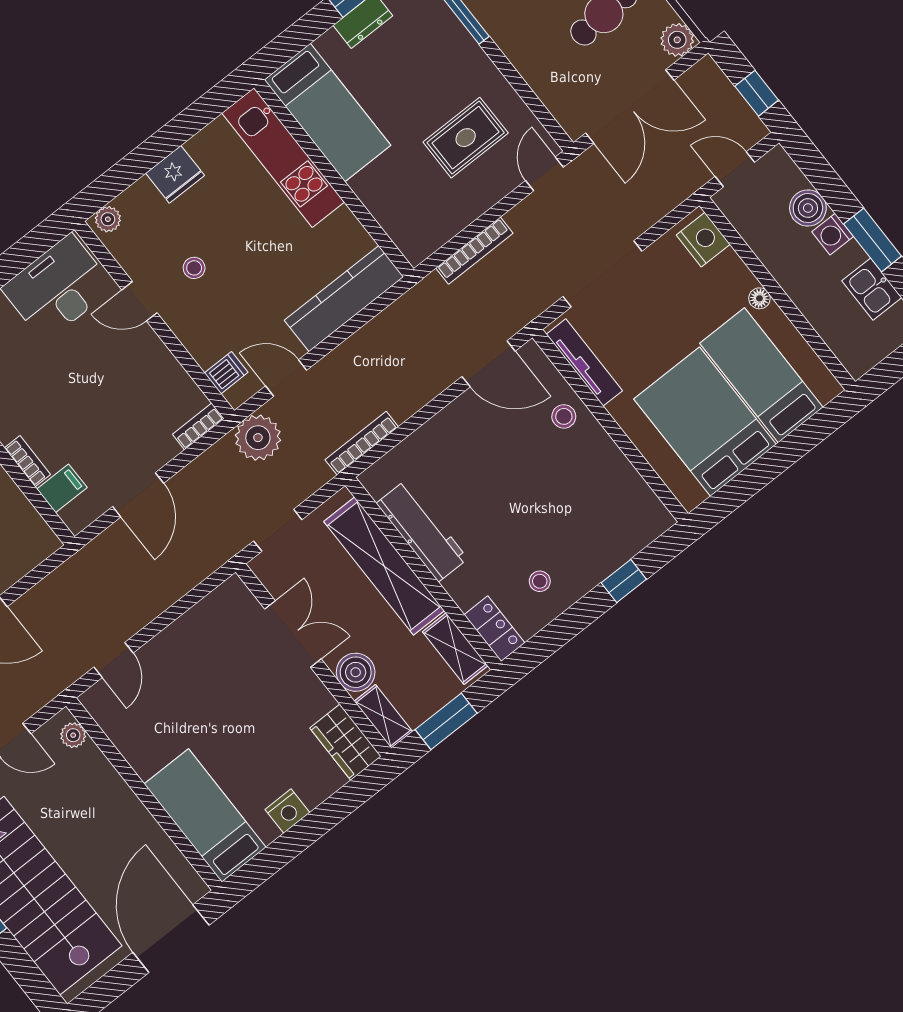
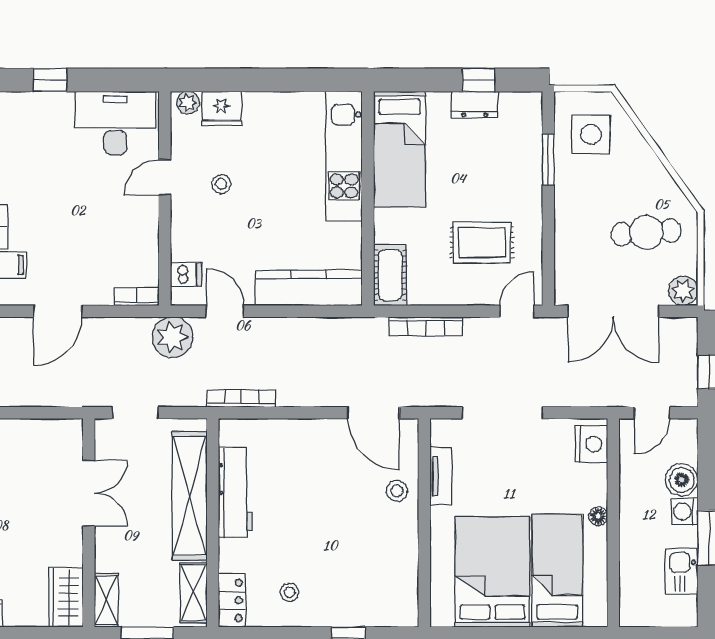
door: (735, 169) -> (652, 413), swing flipped
fridge: (175, 174) -> (222, 108), moved
cot: (407, 231) -> (390, 275), added
door: (139, 301) -> (165, 177), hinge flipped
tv unit: (584, 362) -> (441, 476), width x0.71
boiler: (356, 672) -> (111, 554), removed

